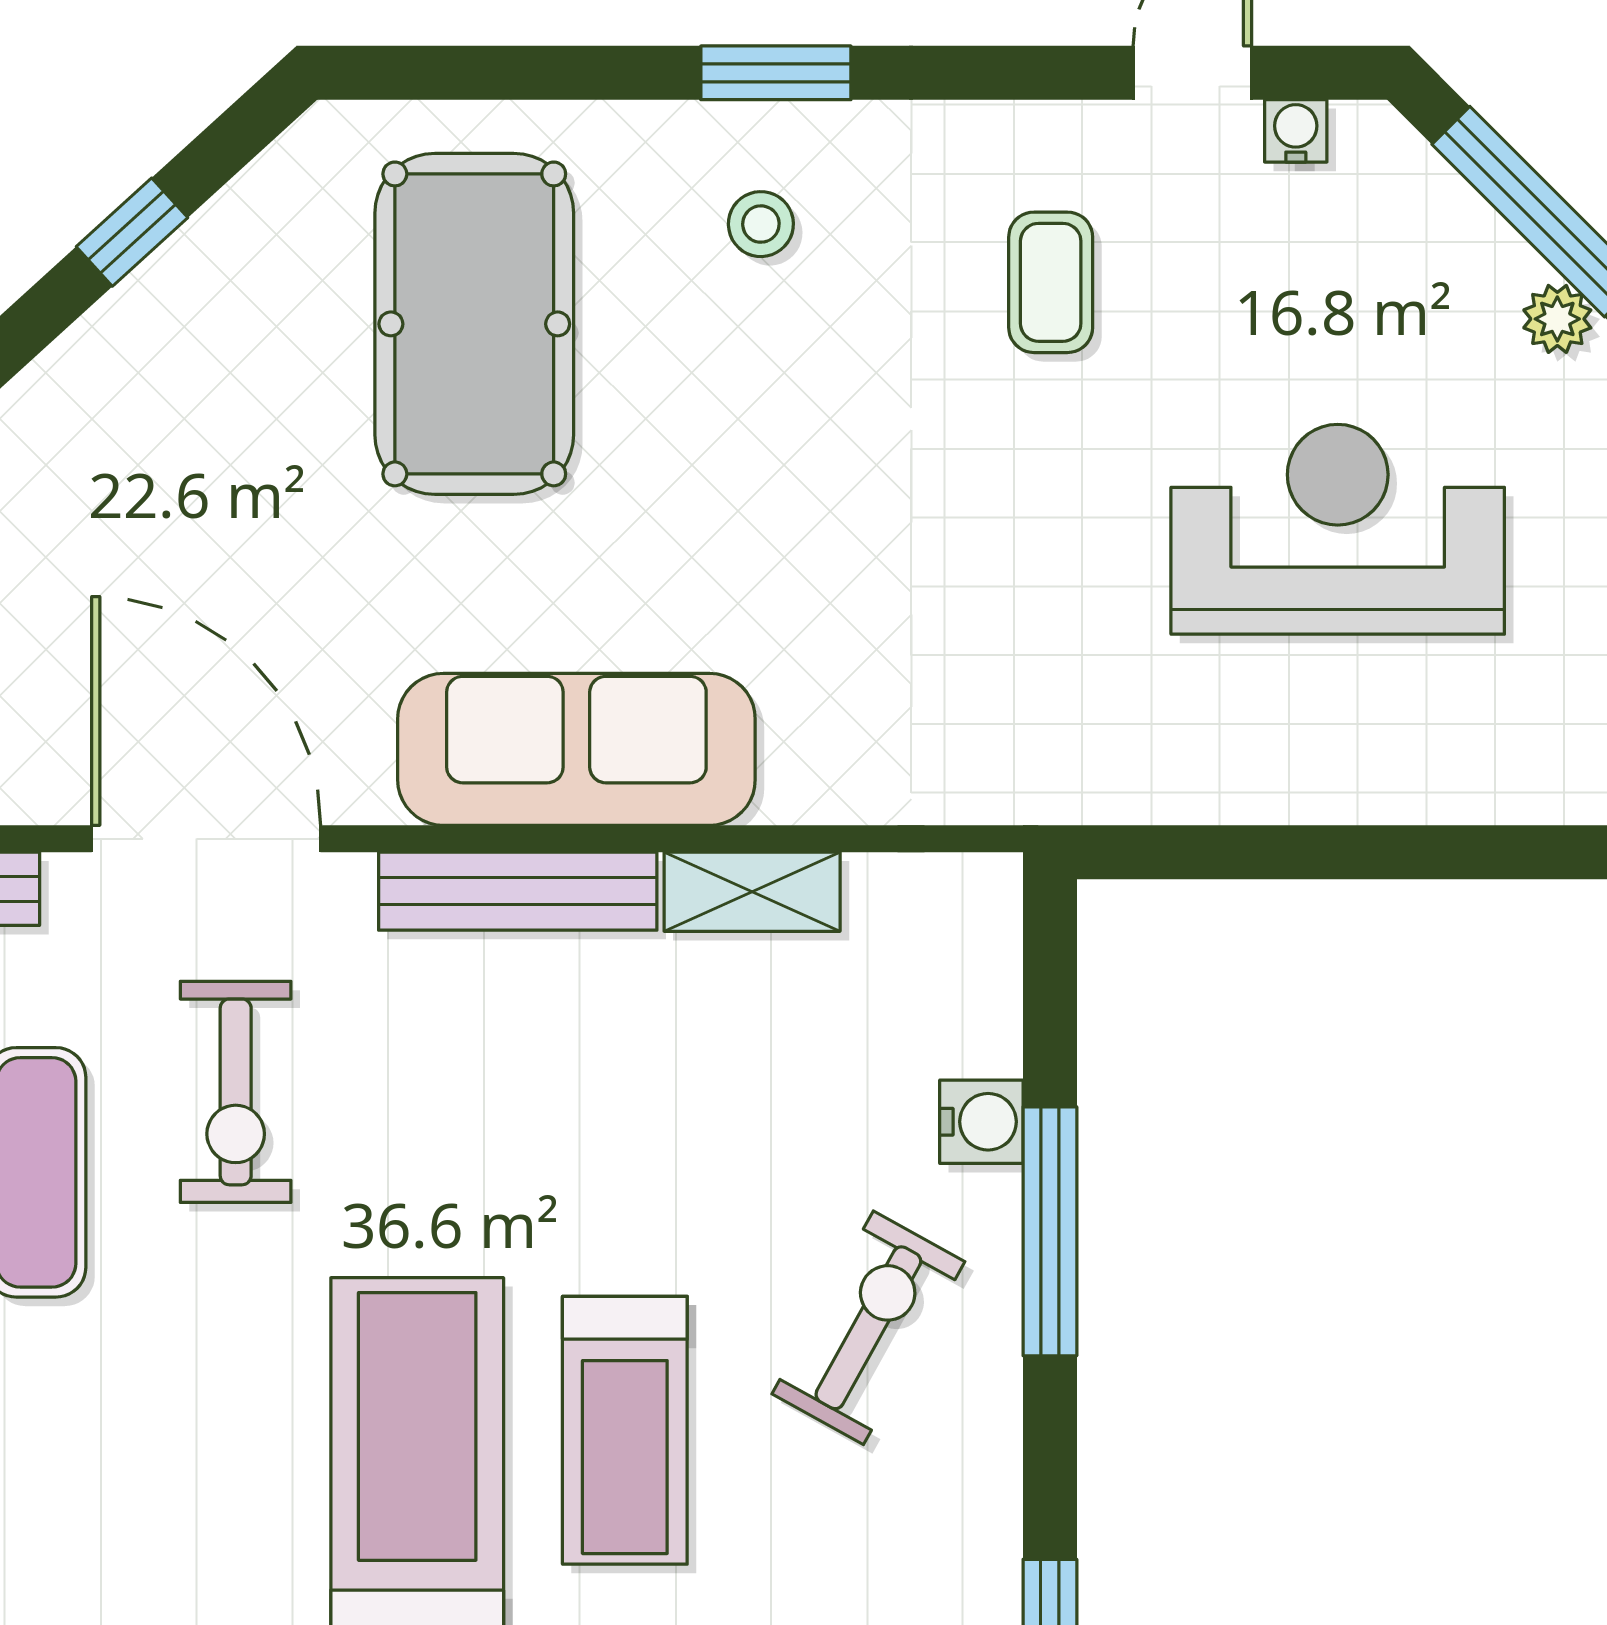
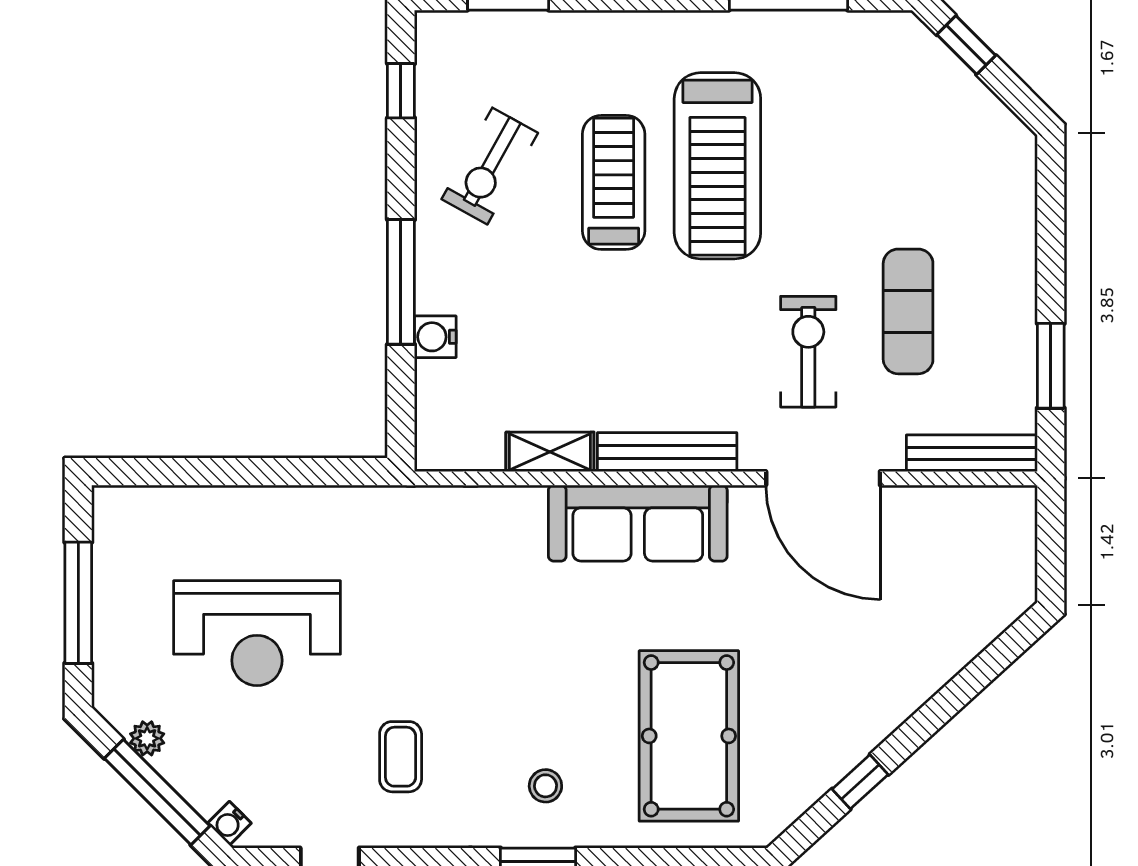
water cooler: (1296, 131) -> (229, 823), moved, turned 45
exercise bike: (868, 1328) -> (490, 166), moved

